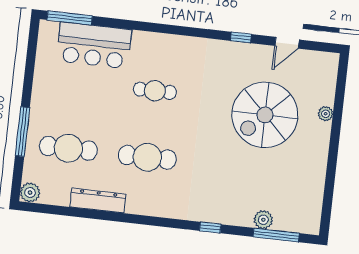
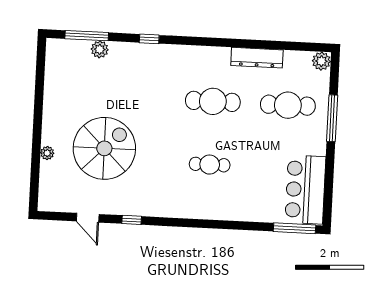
door: (287, 43) -> (88, 218), swing flipped
bar counter: (94, 45) -> (305, 190), moved, turned -90

